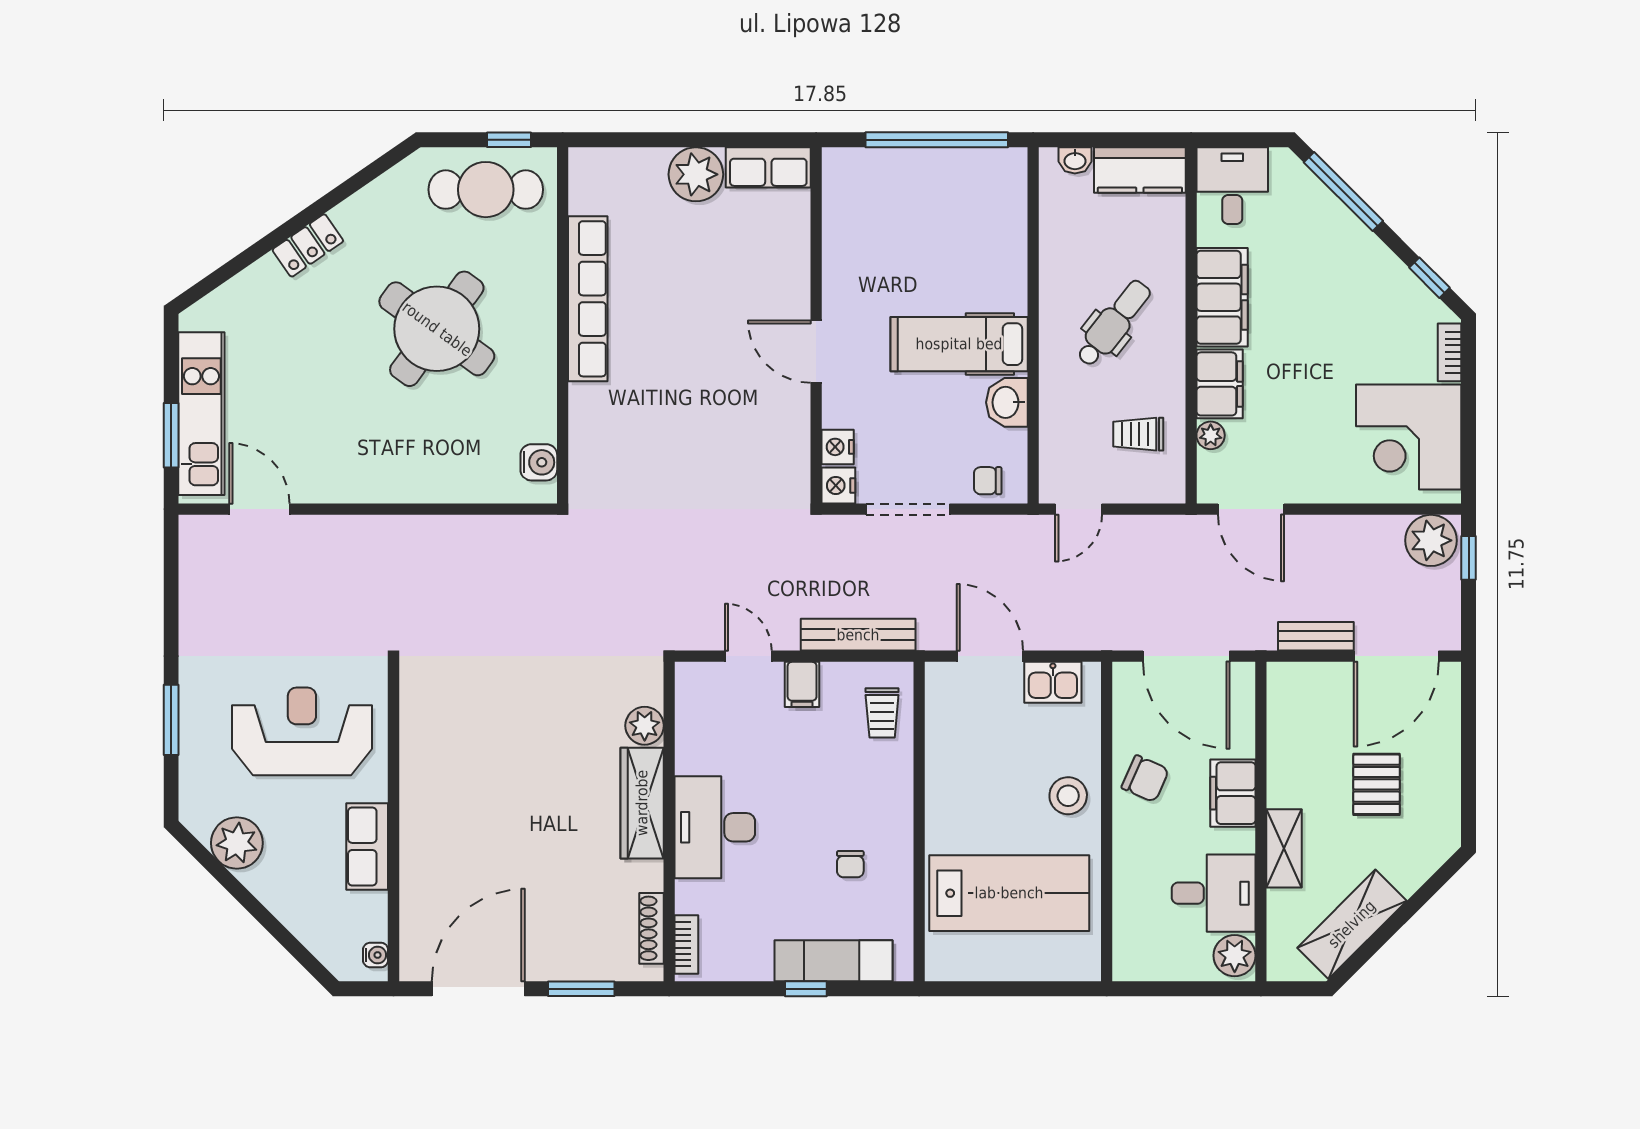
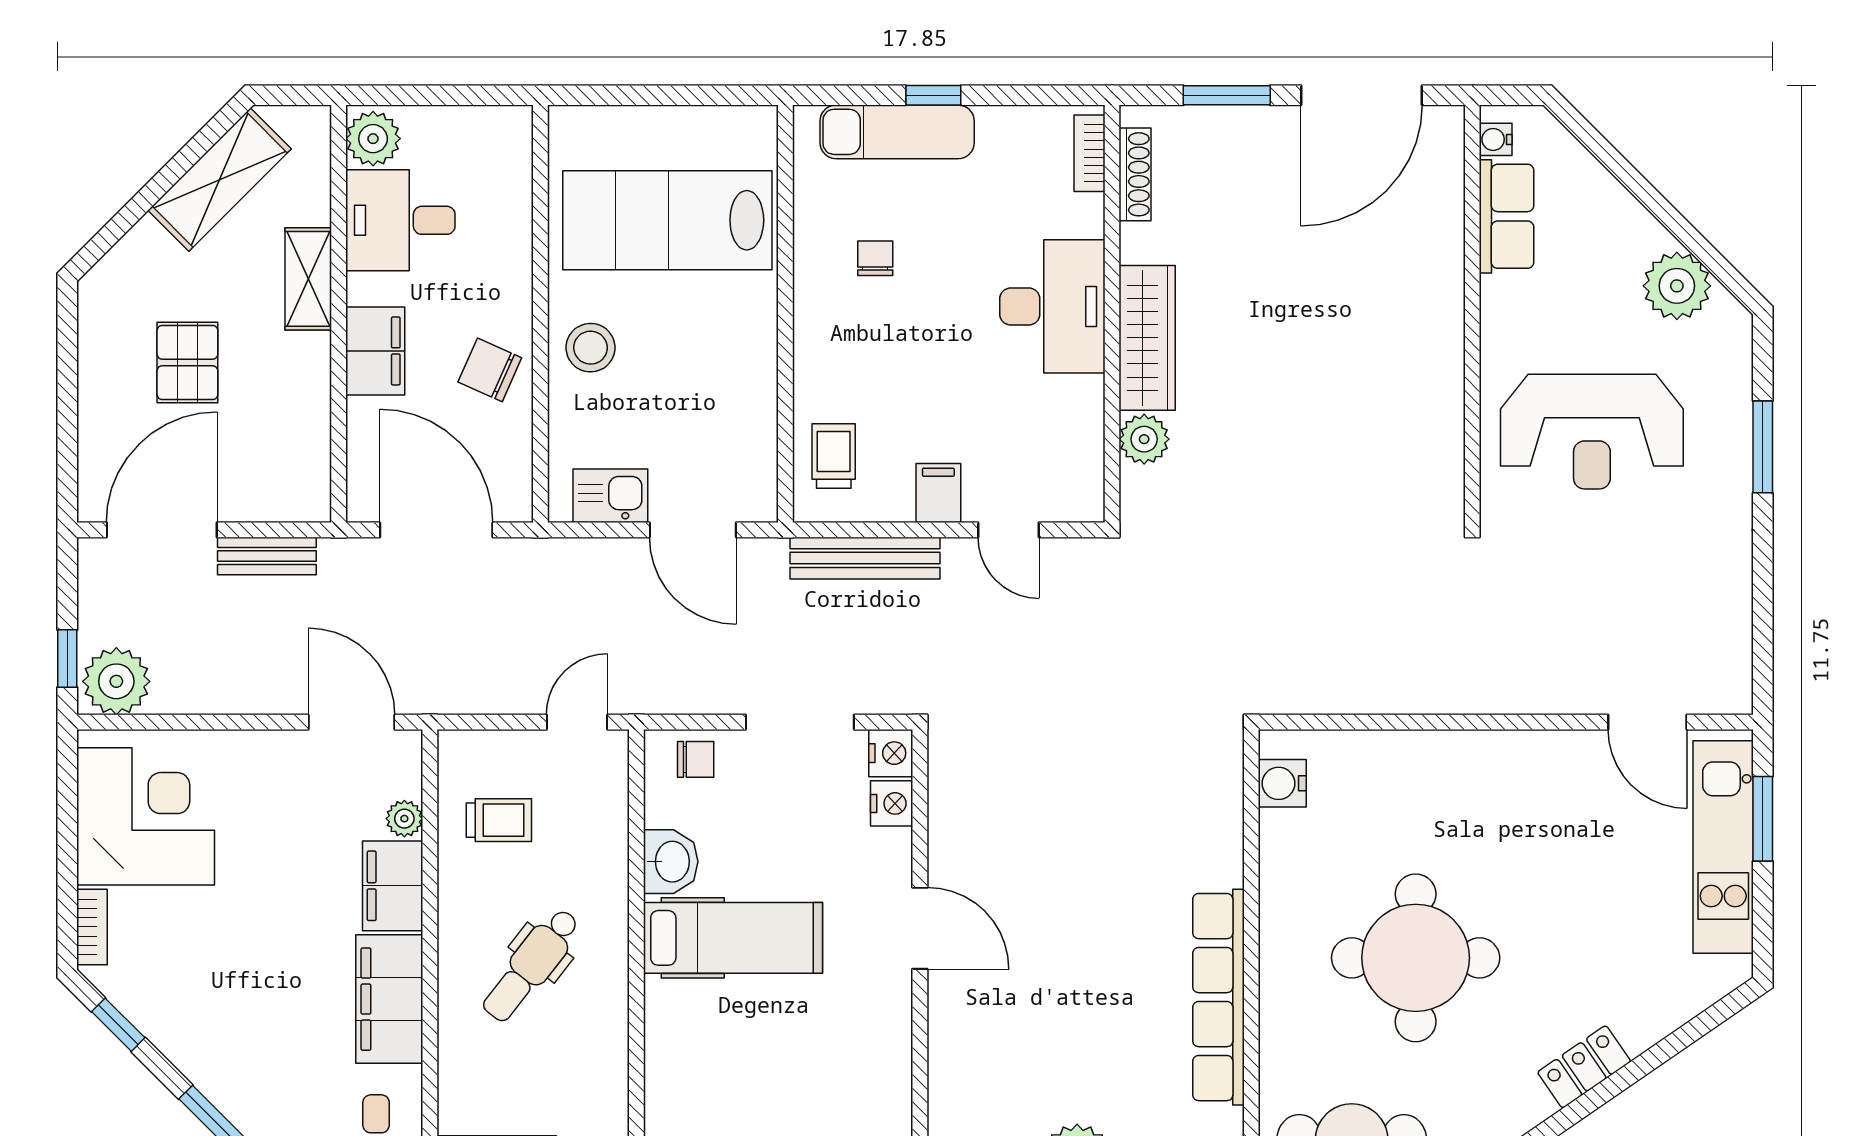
round table: (437, 329) -> (1416, 958), turned -36
row of seats: (367, 846) -> (1507, 216), moved

